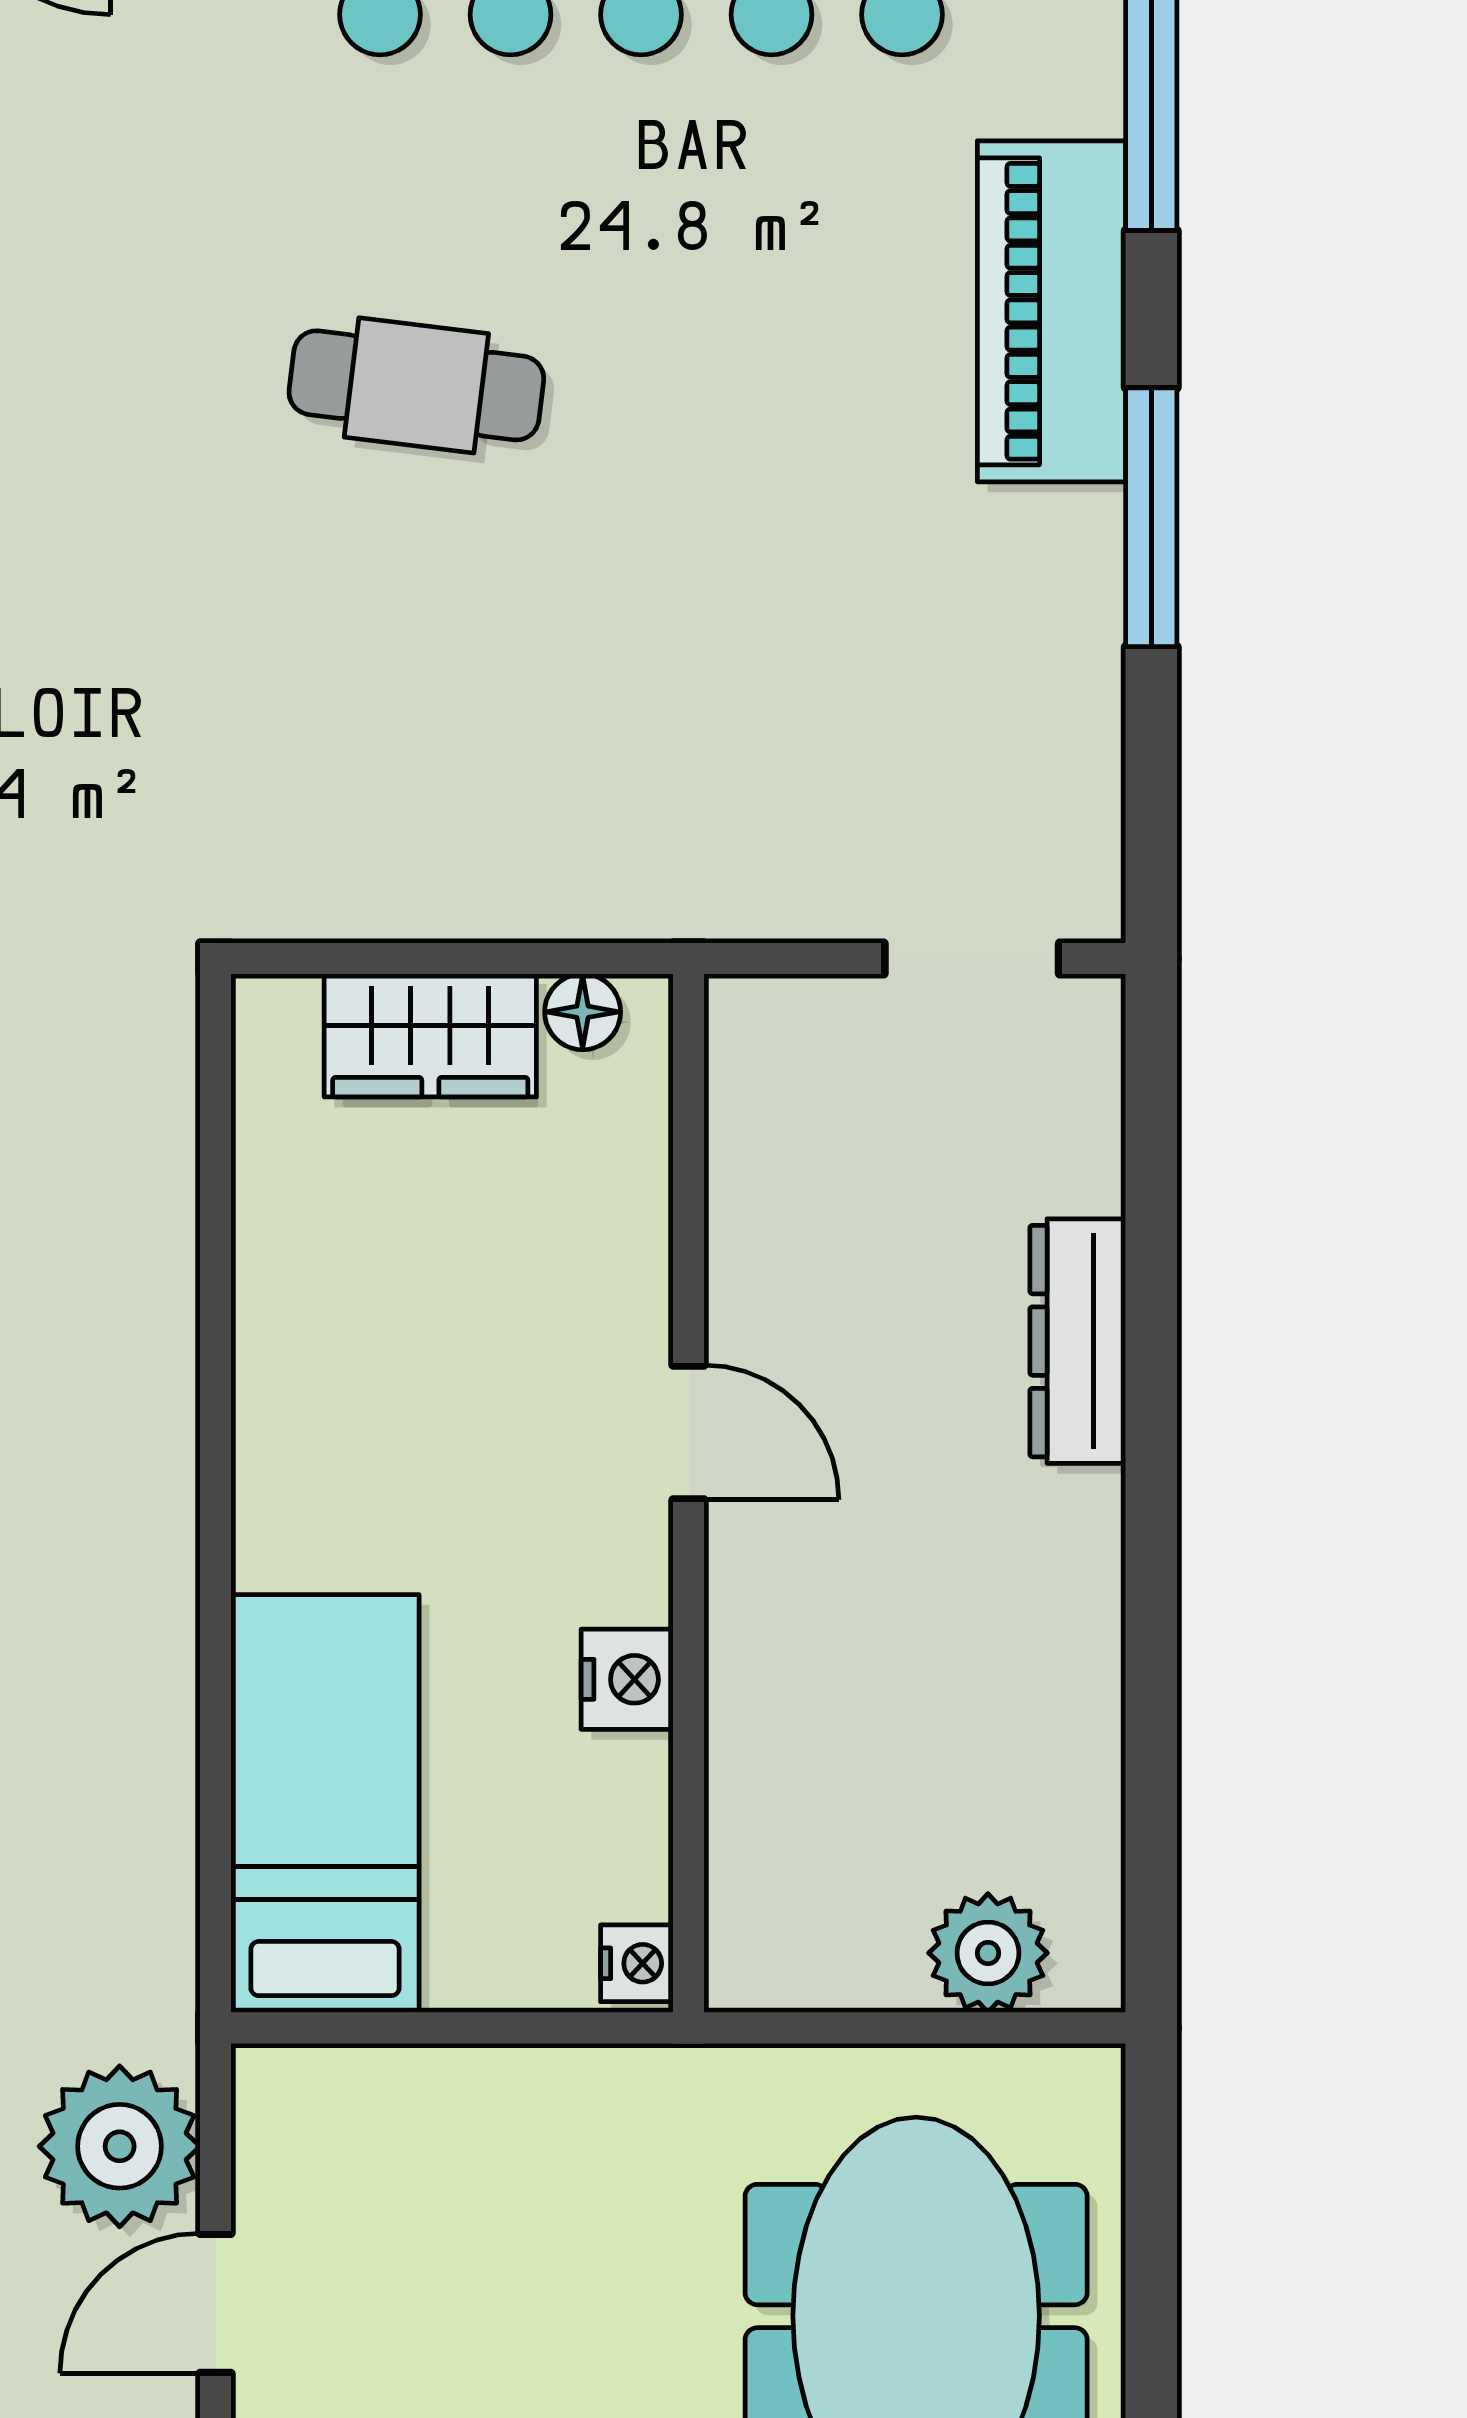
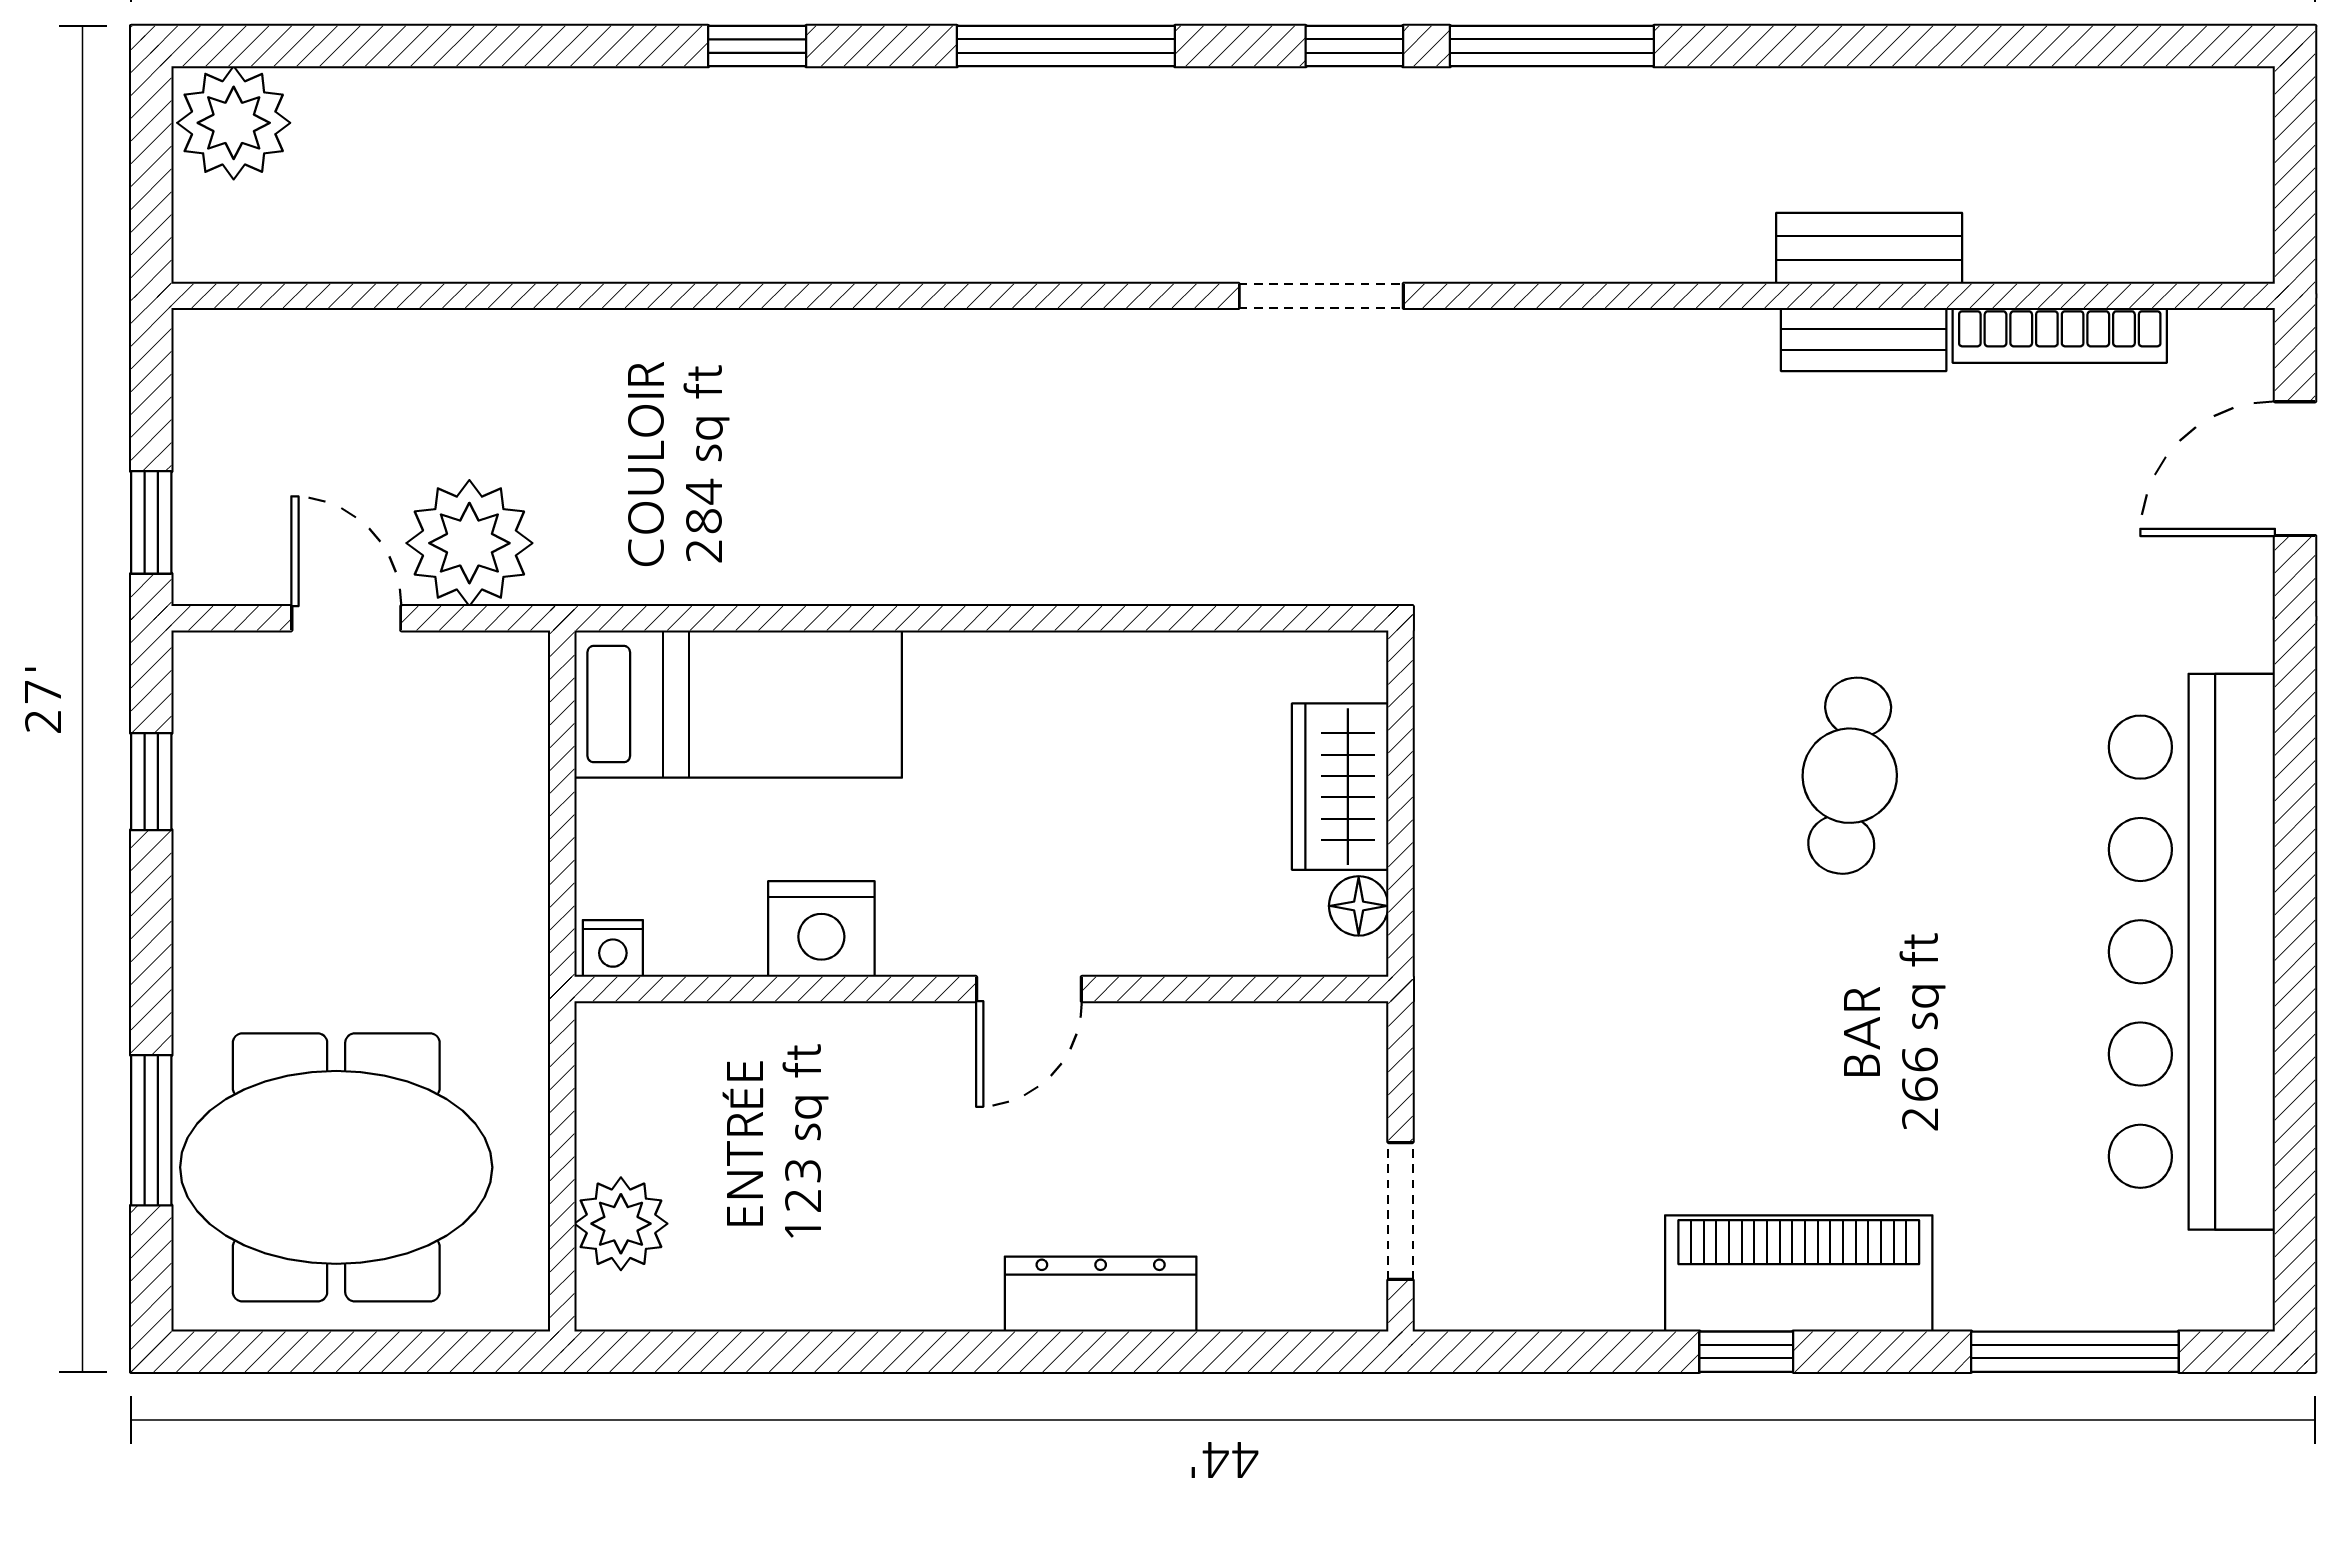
piano: (1051, 311) -> (1799, 1273), moved
window: (1151, 517) -> (1746, 1352), width x0.46
nightstand: (627, 1679) -> (821, 929), width x1.36, depth x1.33

